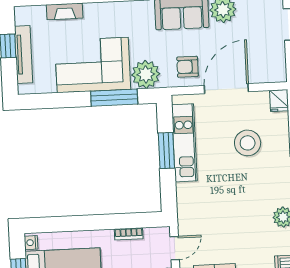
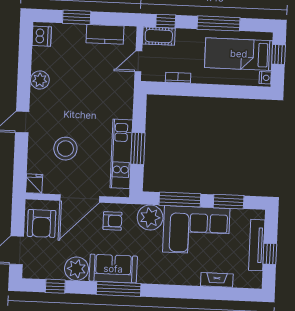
armchair: (267, 57) -> (42, 223), added
window: (60, 100) -> (229, 202), added

